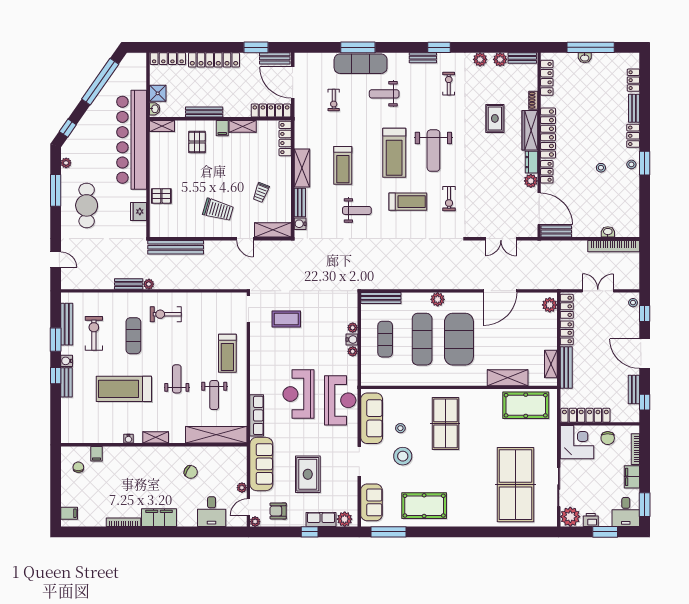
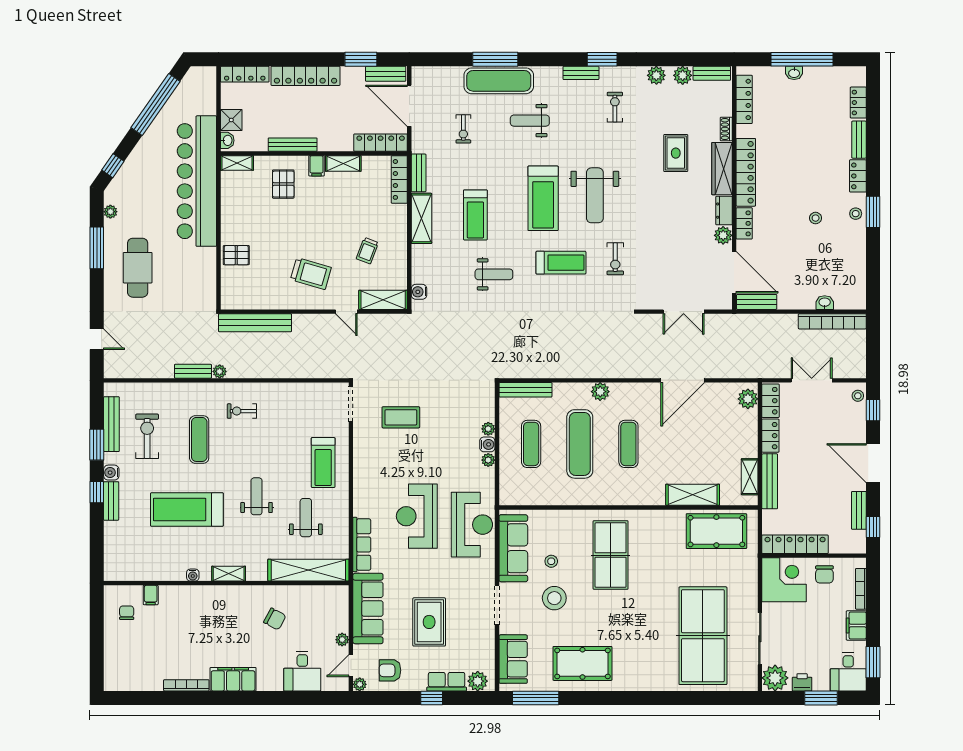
bench: (300, 203) -> (419, 173), moved
fridge: (138, 211) -> (206, 276), removed
exercise bike: (166, 314) -> (242, 411), width x0.73, depth x0.72
exercise mat: (459, 339) -> (628, 444), width x0.50, depth x0.69
weight bench: (214, 395) -> (306, 518), turned 180
filing cabinet: (69, 513) -> (115, 673), removed

